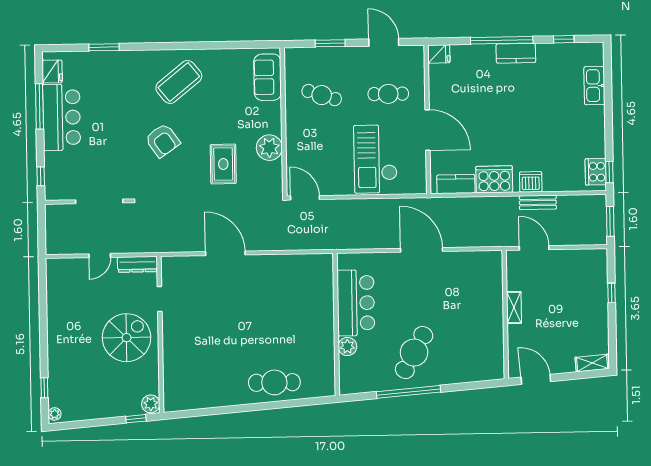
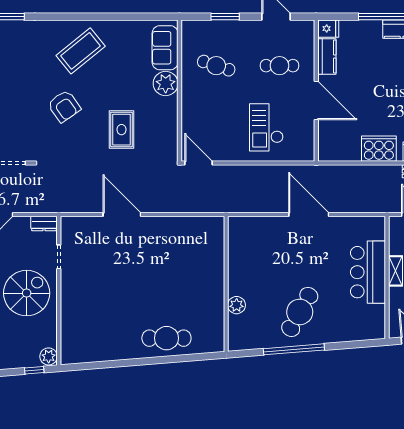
plant: (269, 148) -> (166, 84), moved
checkout: (376, 159) -> (266, 127), width x0.73, depth x0.83
kitchen counter: (456, 184) -> (327, 57), moved, turned 90
dresser: (137, 264) -> (44, 224), width x0.70
bar counter: (356, 303) -> (368, 272), moved, turned 180

